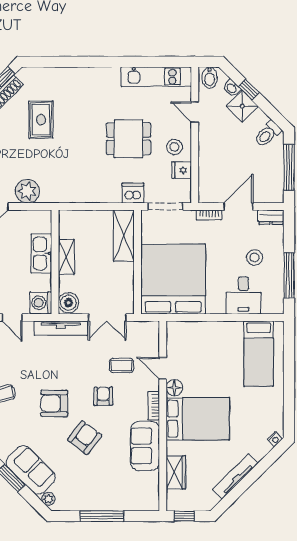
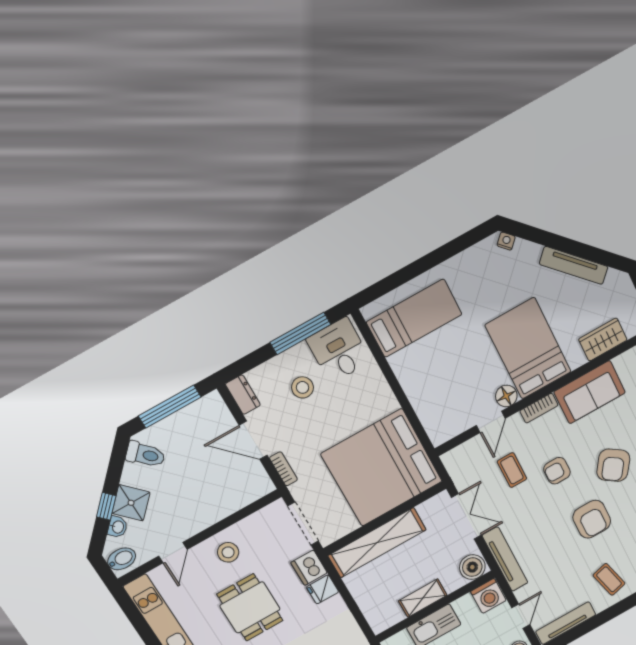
fridge: (181, 170) -> (323, 589), moved, turned 90
shelving: (124, 236) -> (377, 543), width x1.47
desk: (243, 295) -> (339, 350), moved, turned -90
armchair: (85, 438) -> (613, 465), turned -93

